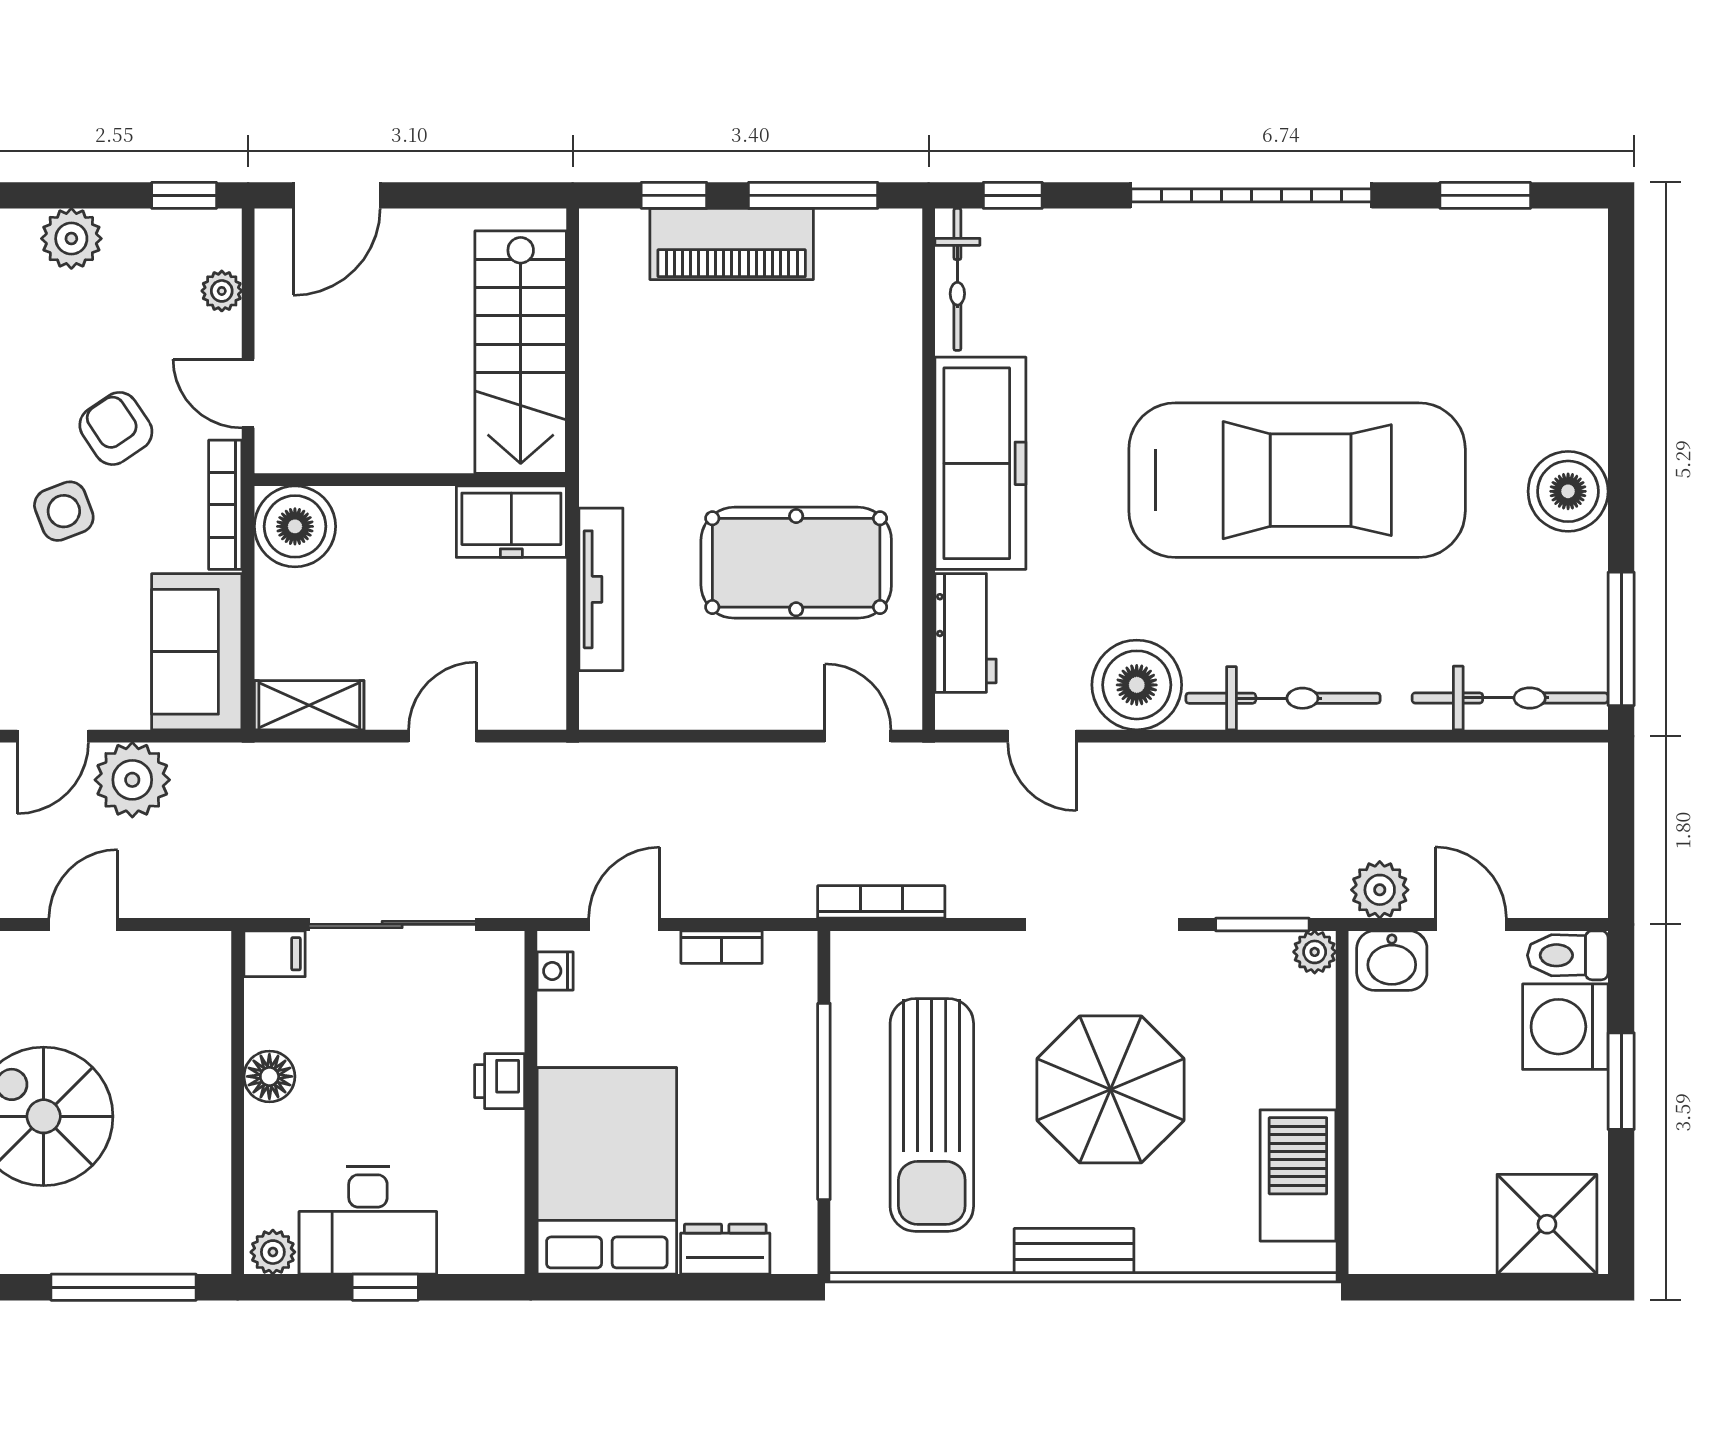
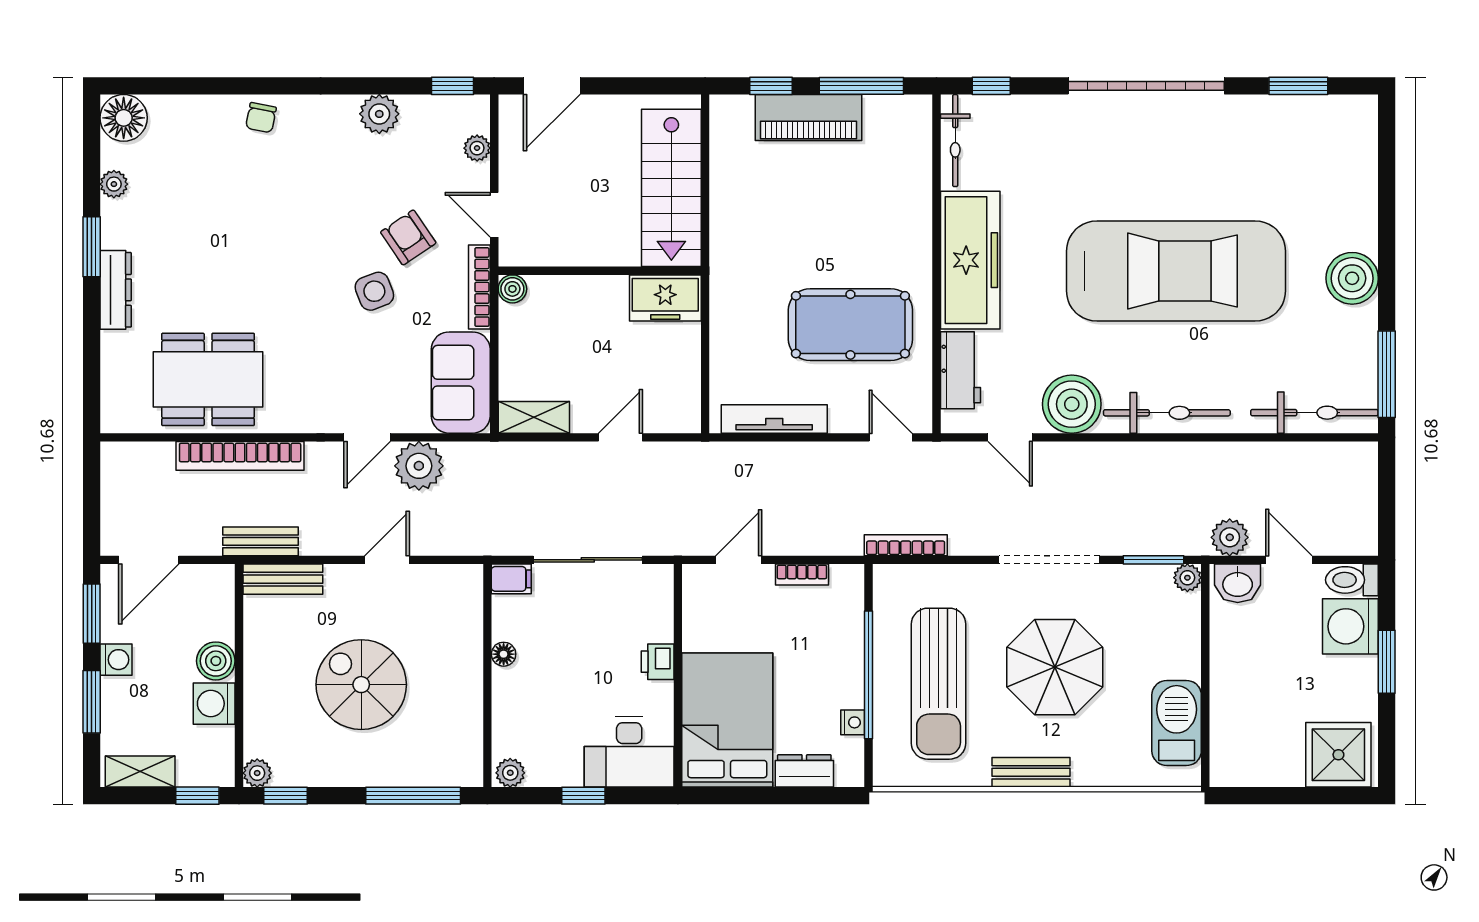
boiler: (295, 526) -> (512, 289), width x0.54, depth x0.54
tv unit: (601, 589) -> (774, 419), moved, turned -90
nightstand: (555, 971) -> (853, 722), moved, turned 180
floor lamp: (269, 1076) -> (504, 654), width x0.73, depth x0.73
desk: (368, 1220) -> (629, 752), moved

